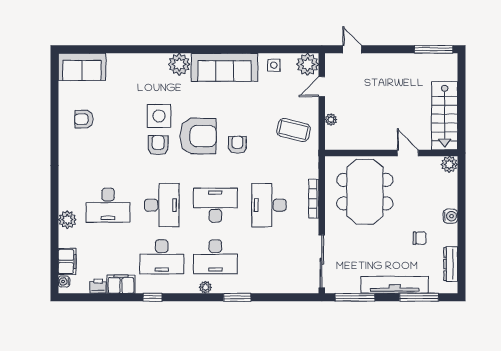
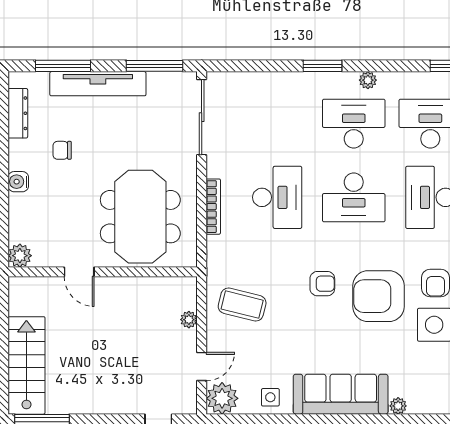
plant: (179, 64) -> (398, 406), width x0.53, depth x0.53
stairs: (445, 116) -> (26, 365), moved
armchair: (237, 145) -> (322, 284), turned -90

